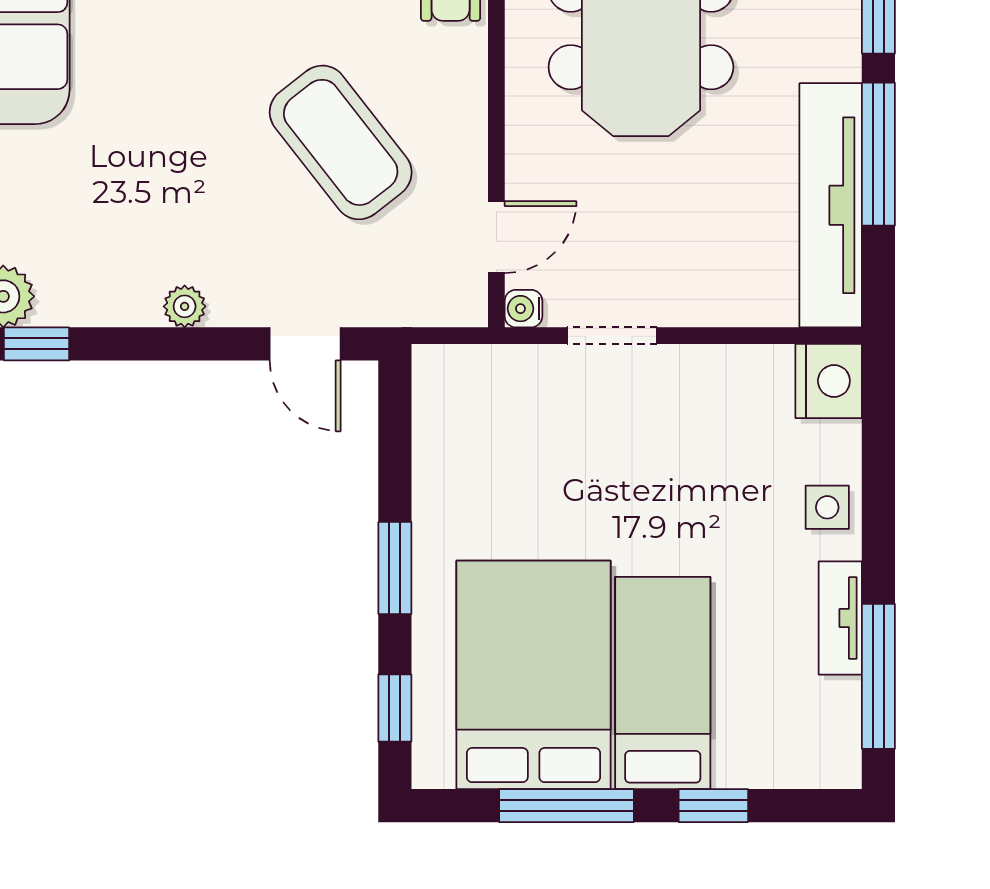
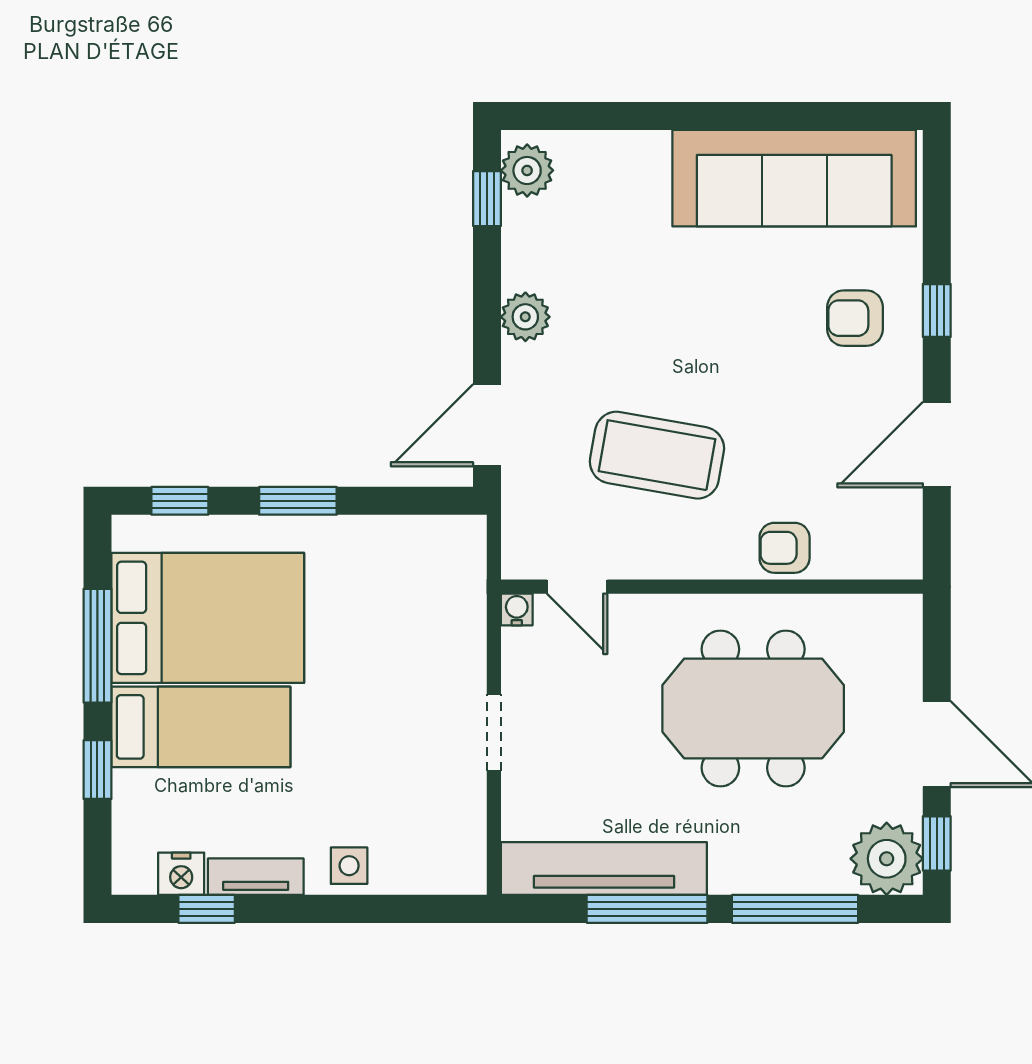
coffee table: (341, 142) -> (657, 455), turned 48
plant: (185, 306) -> (525, 317), width x1.38, depth x1.38
doorway: (612, 336) -> (494, 732), moved
door: (305, 344) -> (487, 425), width x1.38
nightstand: (829, 381) -> (181, 874), moved, width x0.74, depth x0.75
window: (878, 676) -> (207, 909), width x0.46

